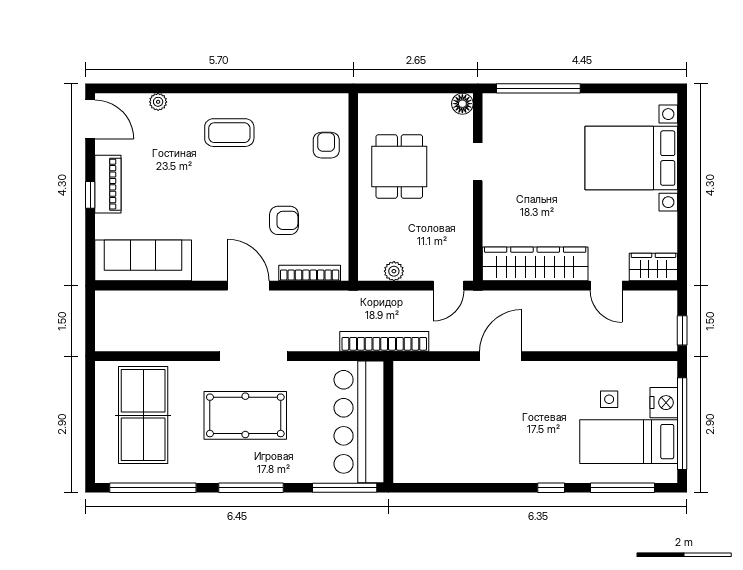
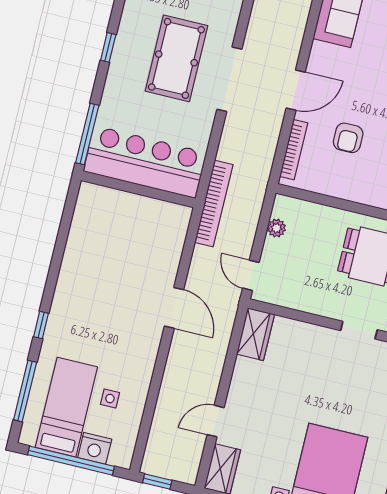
wardrobe: (535, 264) -> (255, 334), width x0.48, depth x0.85
window: (251, 488) -> (108, 47), width x0.46

